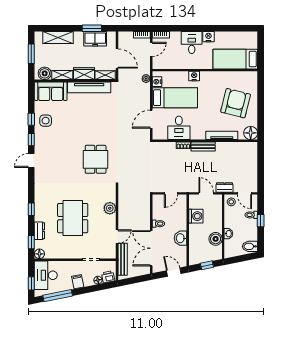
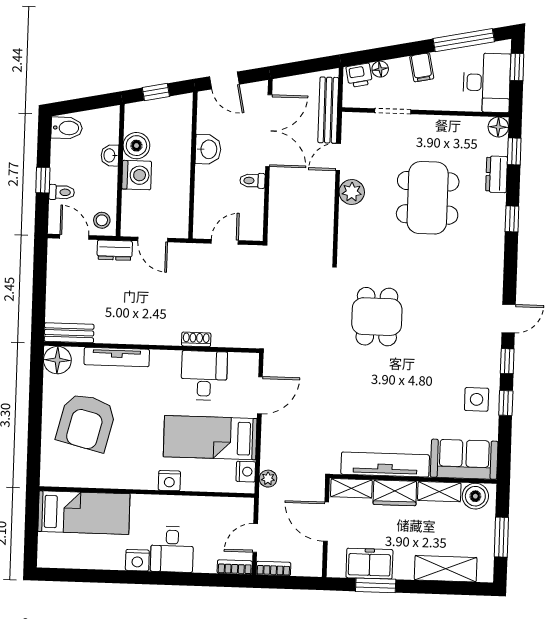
bench: (203, 146) -> (69, 333), moved
plant: (110, 208) -> (352, 192), moved
washing machine: (196, 216) -> (137, 175), moved, turned 180

